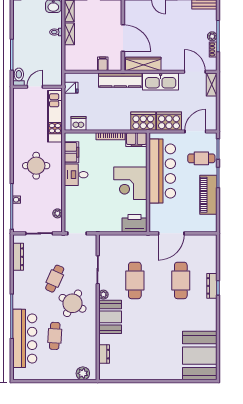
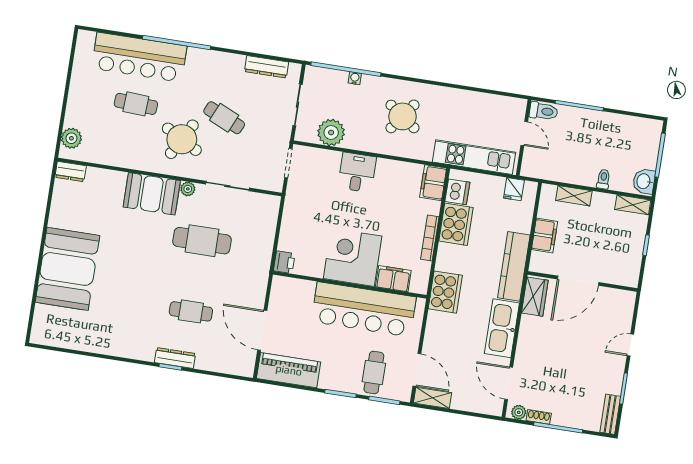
shelving: (69, 34) -> (574, 196), moved
plant: (212, 36) -> (519, 412), moved
filing cabinet: (103, 64) -> (544, 235), width x2.00
wardrobe: (143, 64) -> (535, 297), width x0.67
door: (195, 72) -> (509, 383), swing flipped
shelving: (212, 85) -> (433, 398), moved
cooker: (169, 121) -> (456, 224), moved
filing cabinet: (136, 140) -> (393, 279), moved, turned 90
filing cabinet: (72, 152) -> (433, 183), moved, turned 90
round table: (36, 166) -> (402, 116), turned 36
desk: (76, 175) -> (357, 172), moved
piano: (208, 195) -> (289, 370), moved
plant: (57, 213) -> (331, 132), width x1.88, depth x1.88
printer: (135, 223) -> (284, 262), width x0.53, depth x0.68
door: (171, 233) -> (262, 330), moved
cafe table: (181, 280) -> (191, 311), width x0.73, depth x0.74
dresser: (104, 354) -> (71, 172), moved
booth: (200, 356) -> (68, 269), moved, turned 90

